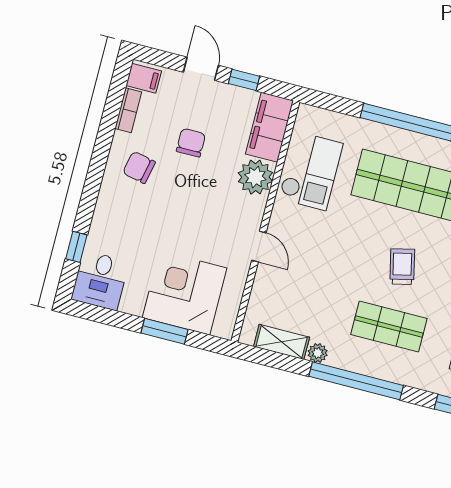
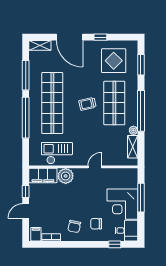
chair: (191, 143) -> (96, 224), moved
corner desk: (185, 293) -> (122, 204), moved
shop shelf: (389, 326) -> (114, 103), width x1.43, depth x1.36
window: (165, 331) -> (141, 198), width x1.44

